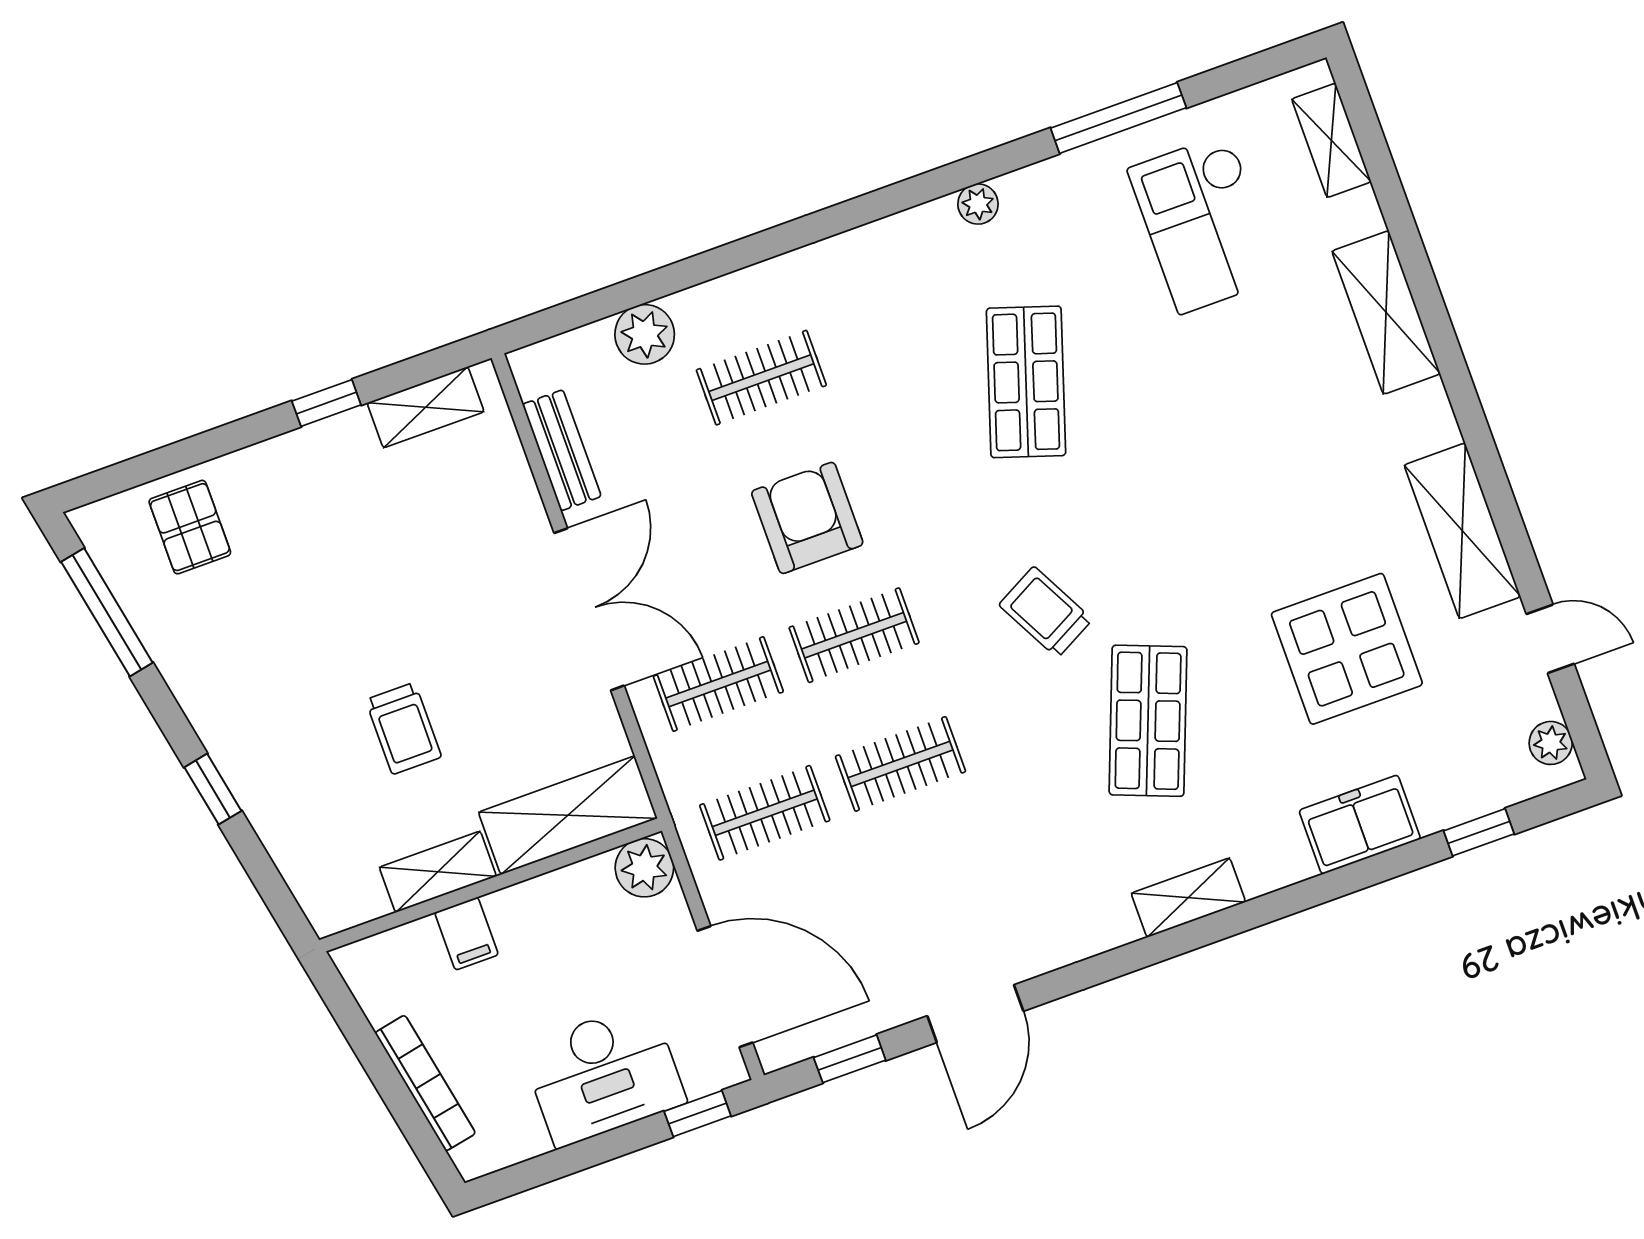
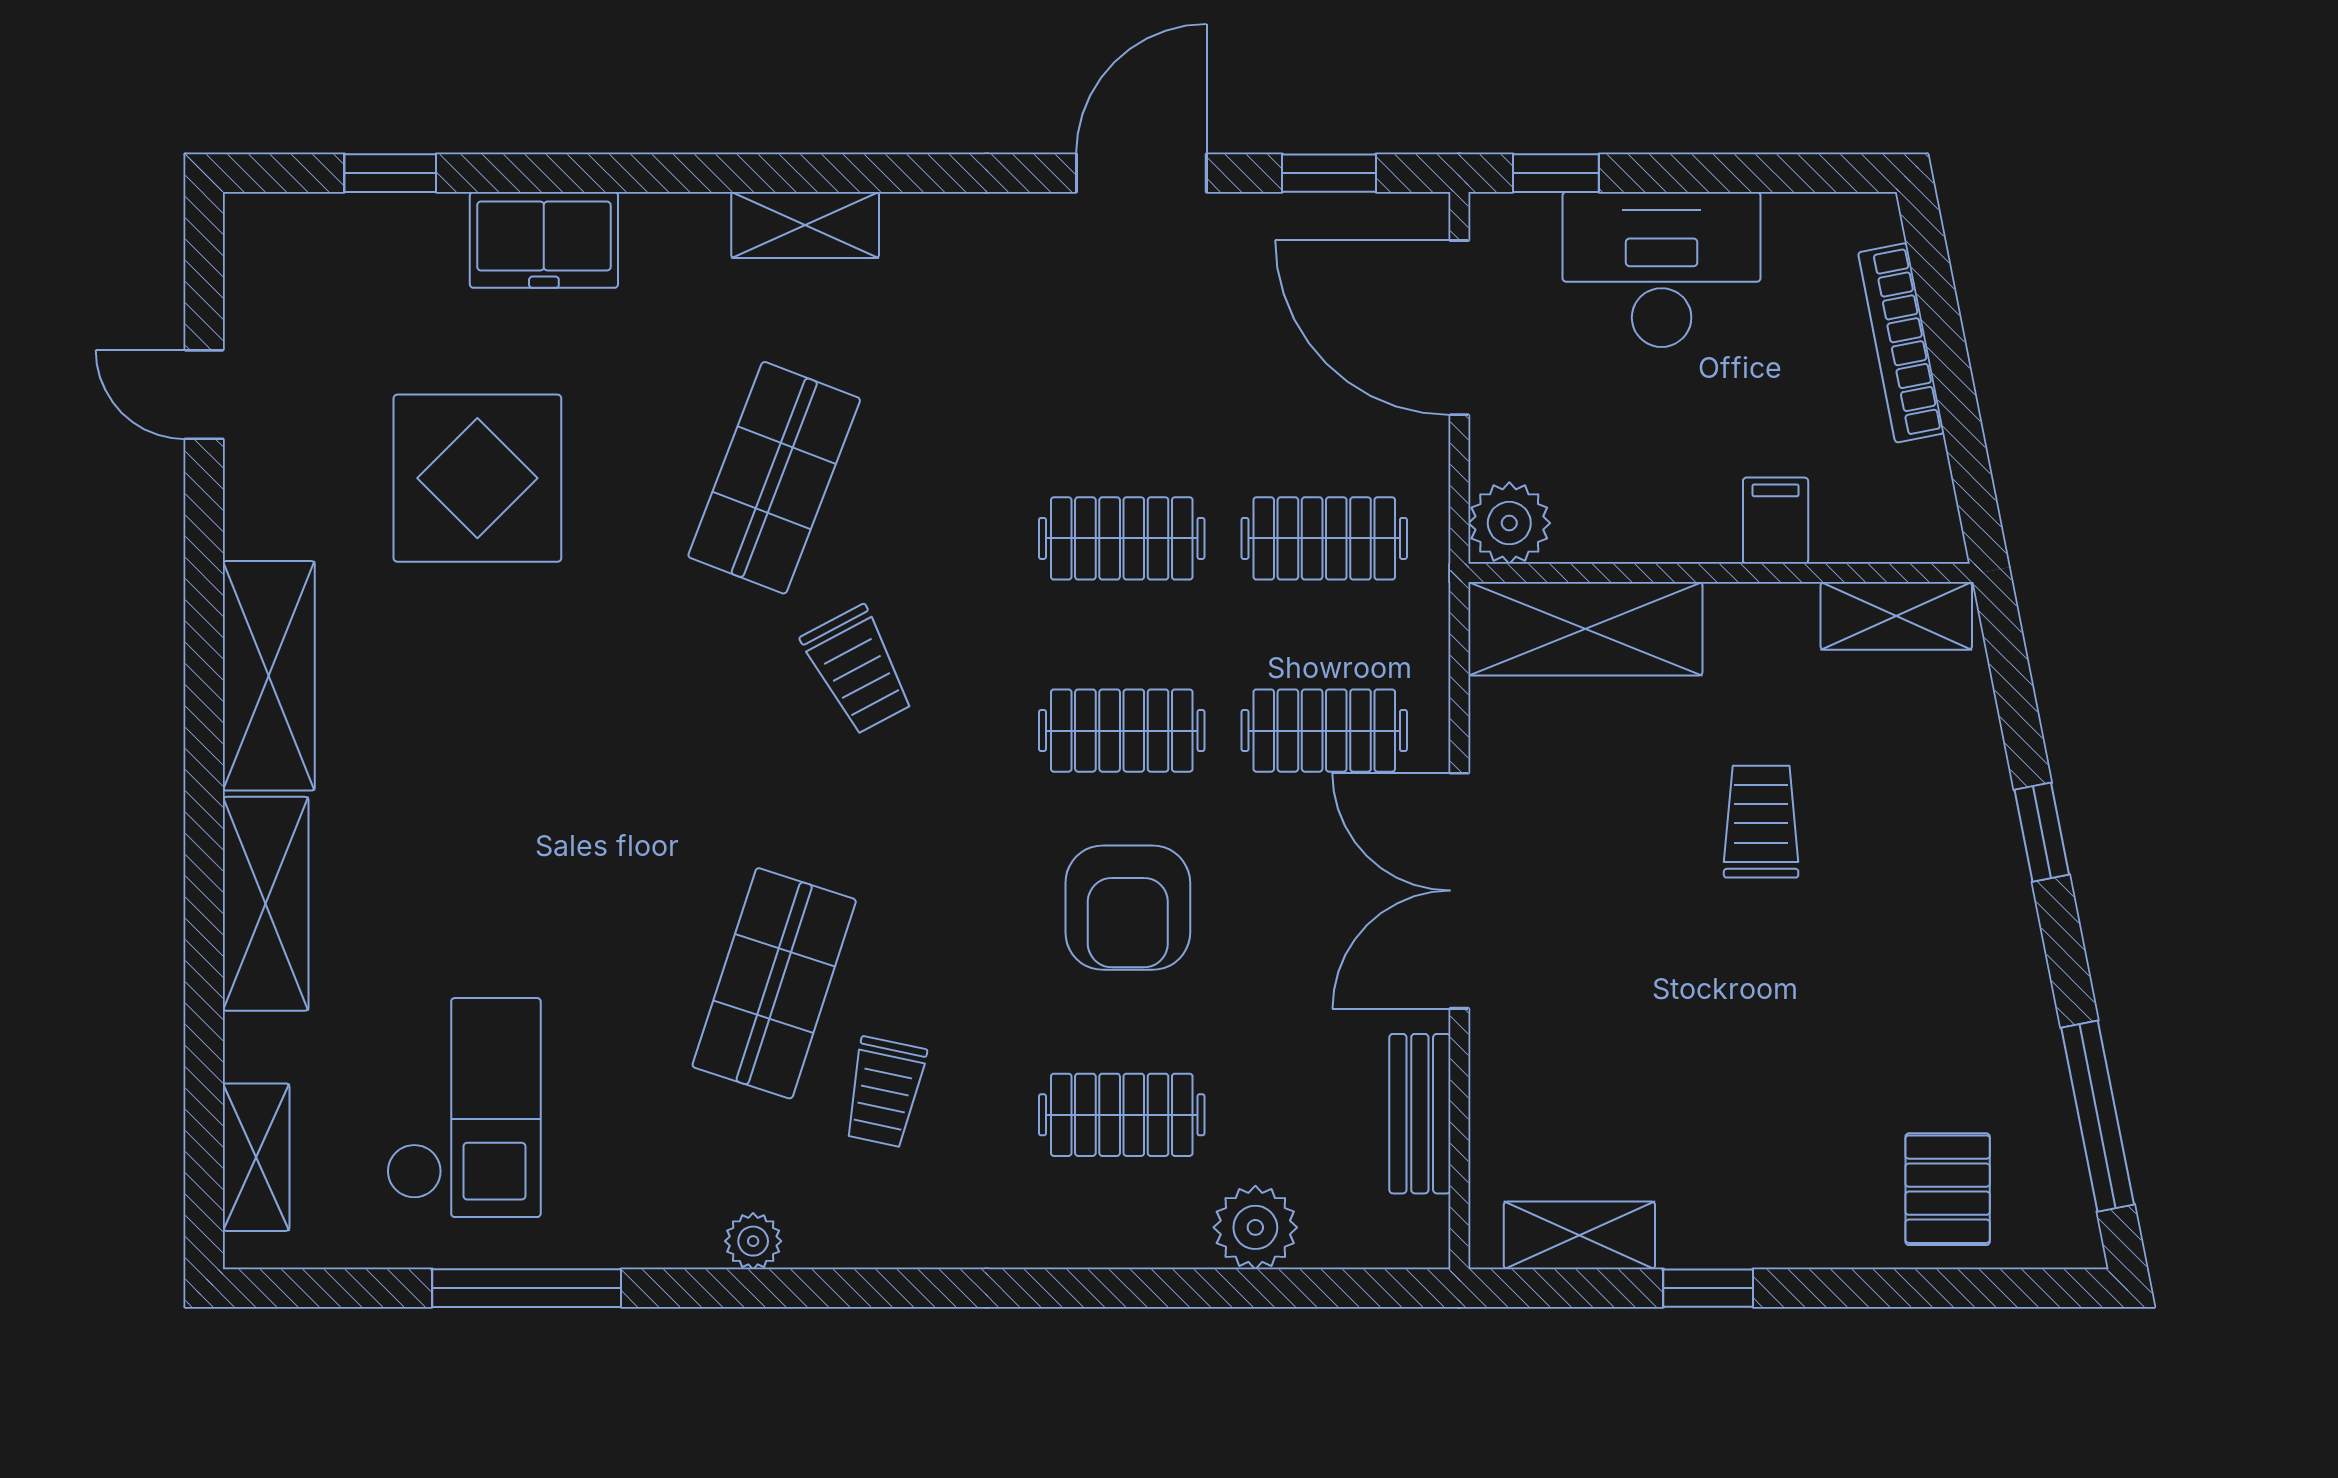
trolley: (926, 336) -> (884, 1092), added
shelving: (1462, 531) -> (269, 676), moved
plant: (1551, 743) -> (253, 257), removed
shelving: (438, 872) -> (1896, 616), moved

